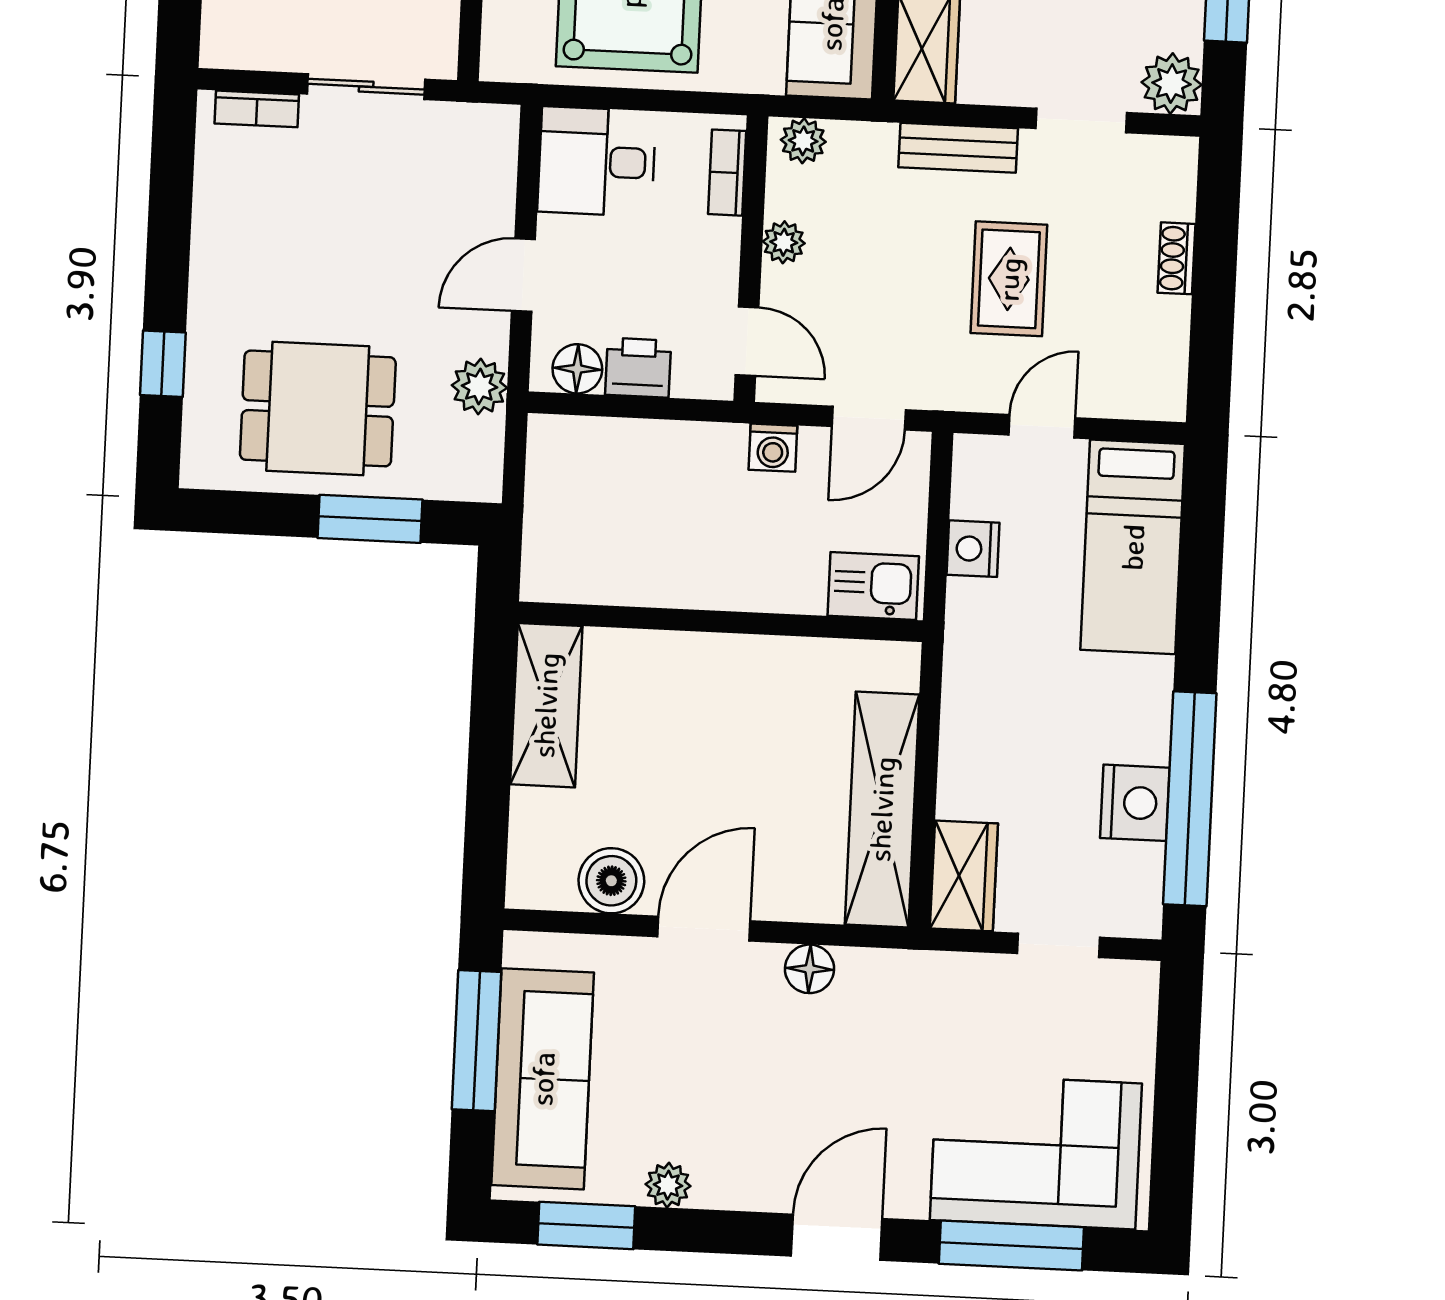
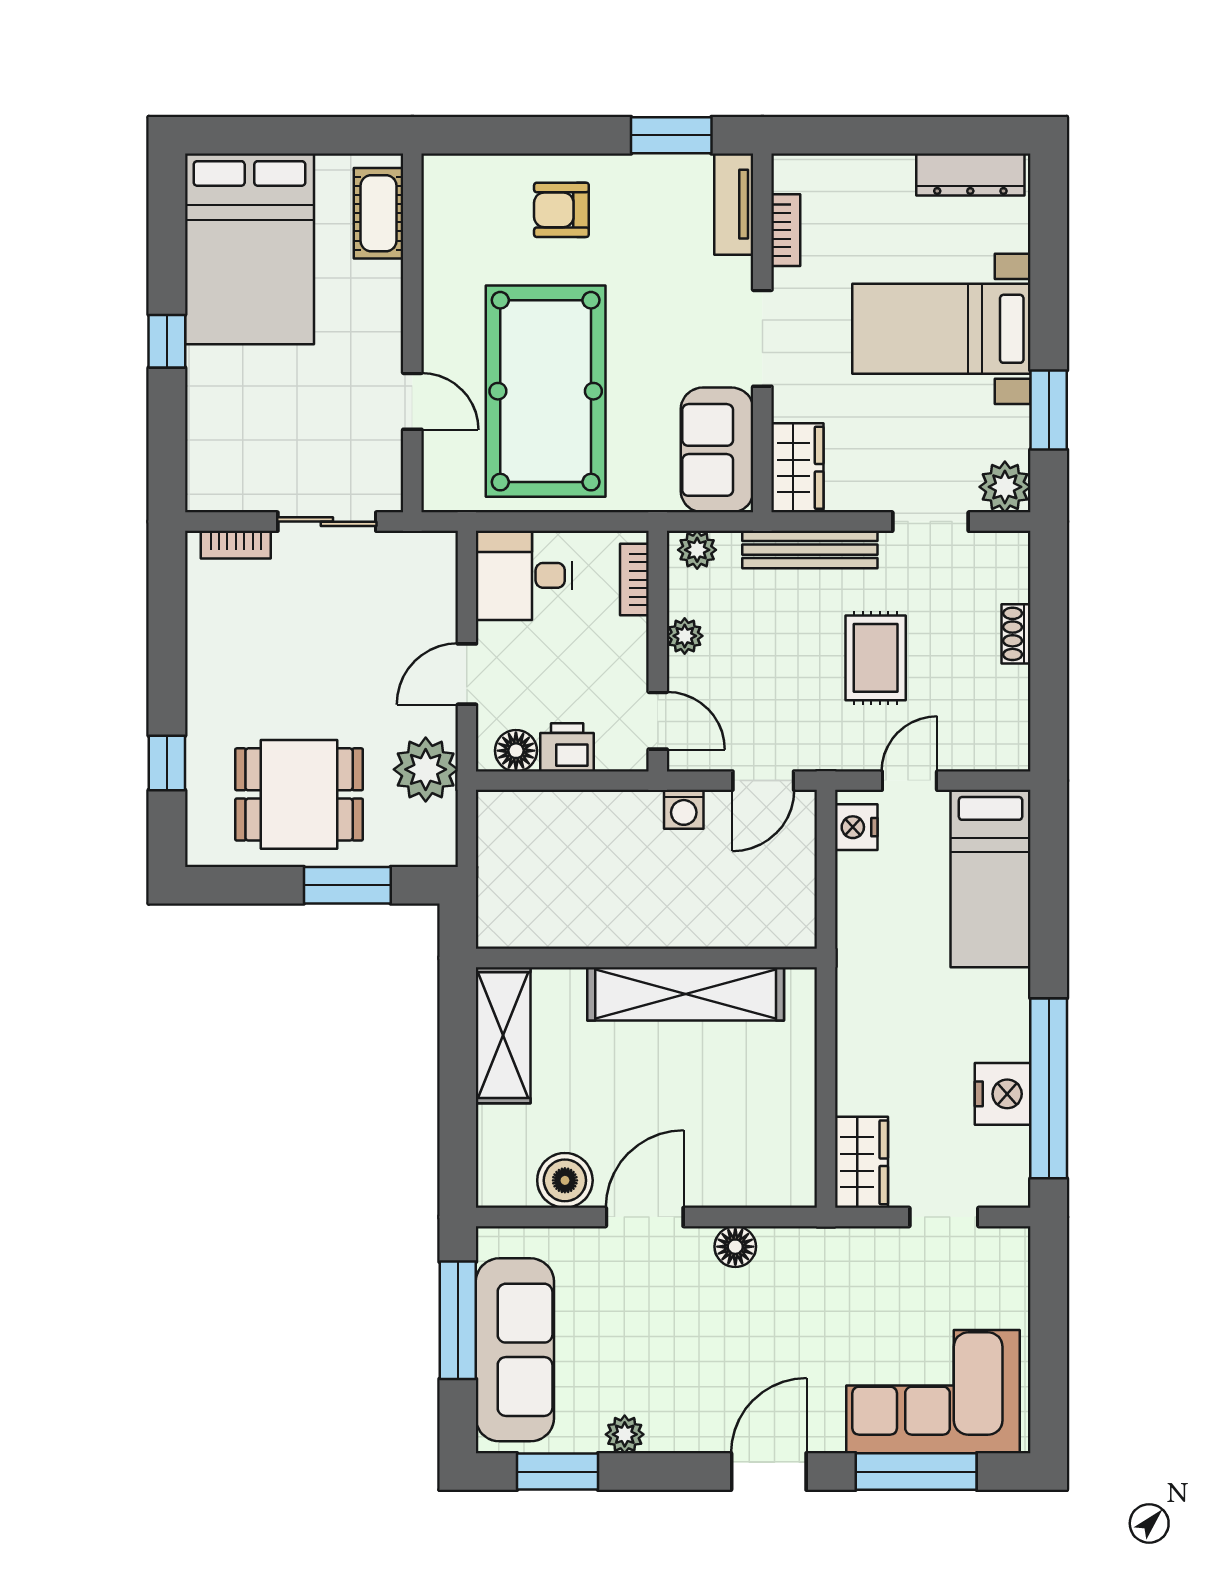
bench: (958, 148) -> (810, 550), width x1.36
plant: (479, 386) -> (426, 769), width x1.36, depth x1.36
nightstand: (973, 549) -> (856, 827), moved
kitchen sink: (873, 586) -> (774, 922), removed
shelving: (882, 809) -> (686, 994), moved, turned 90

